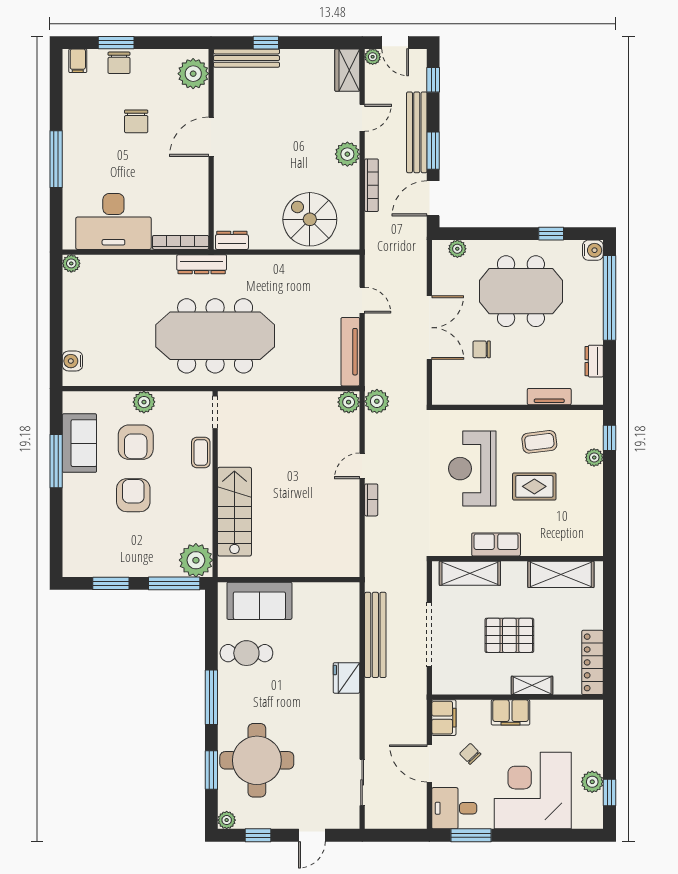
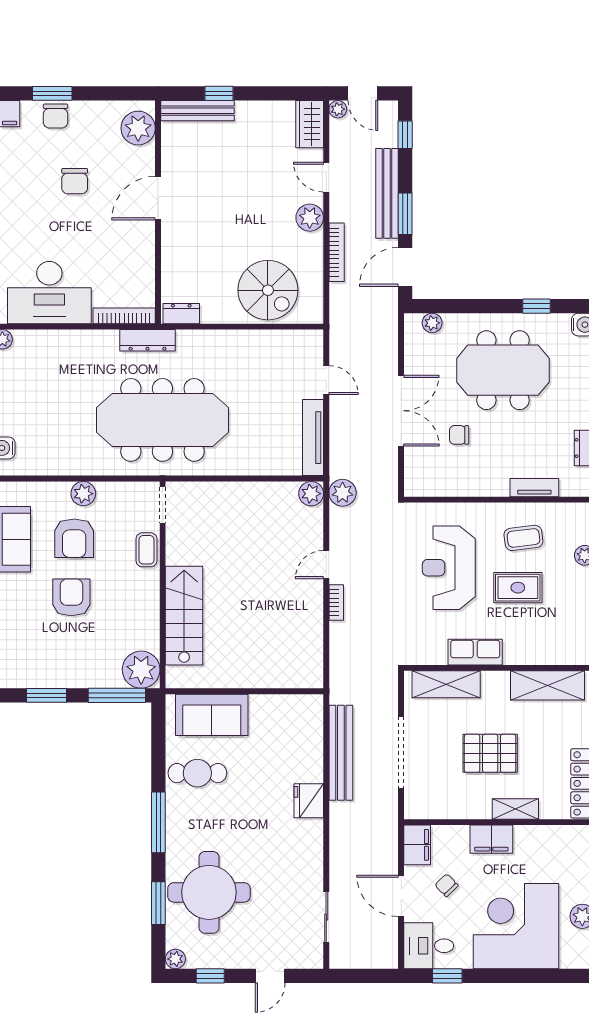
door: (362, 118) -> (326, 177), swing flipped
spiral stairs: (310, 219) -> (268, 290), turned 180
window: (471, 835) -> (447, 976), width x0.67

